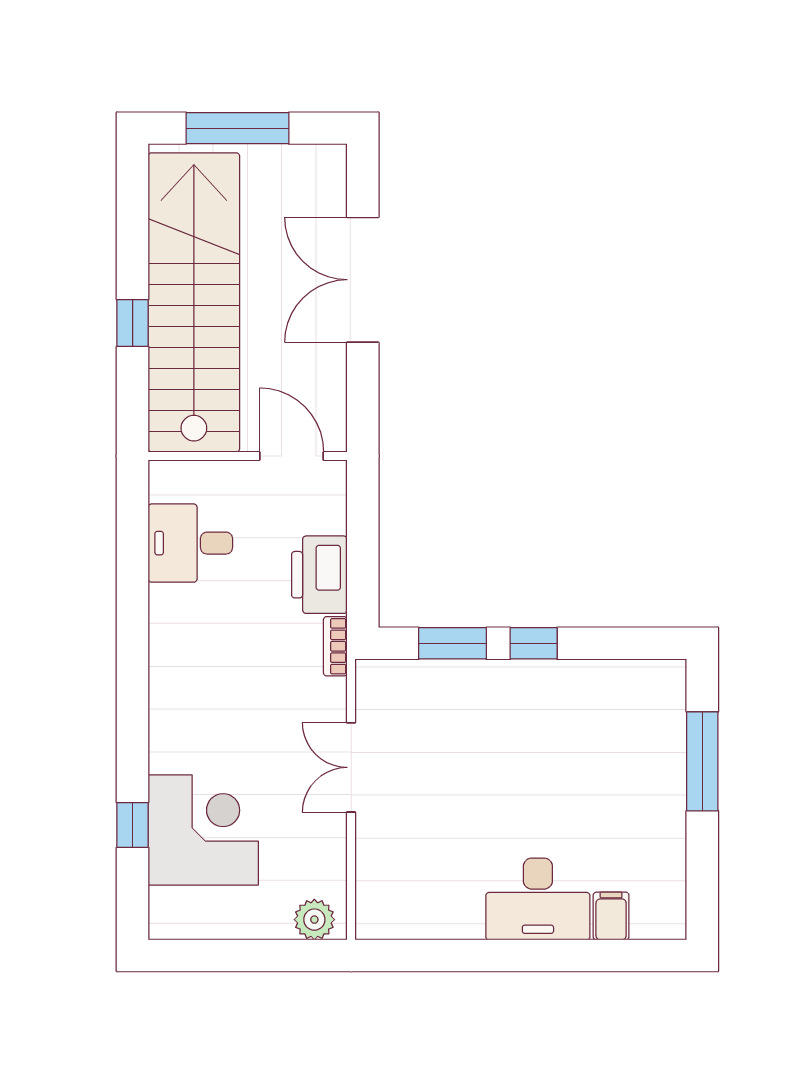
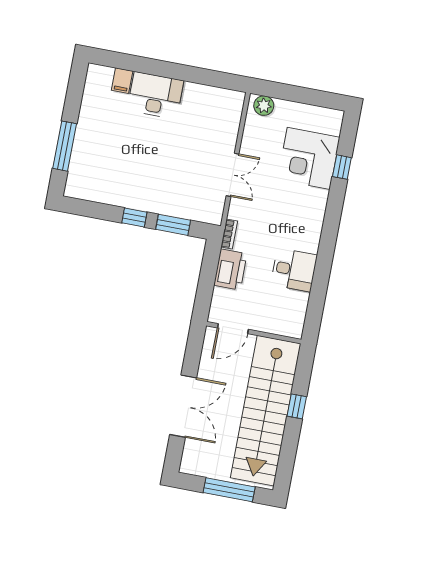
door: (292, 456) -> (233, 329), hinge flipped
desk: (190, 543) -> (294, 270), moved

